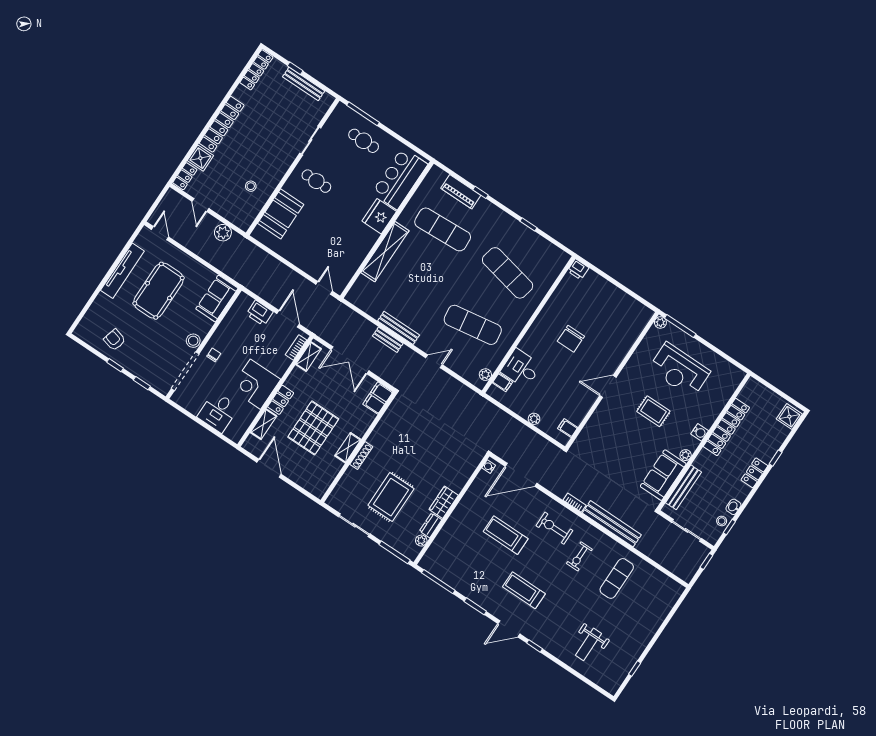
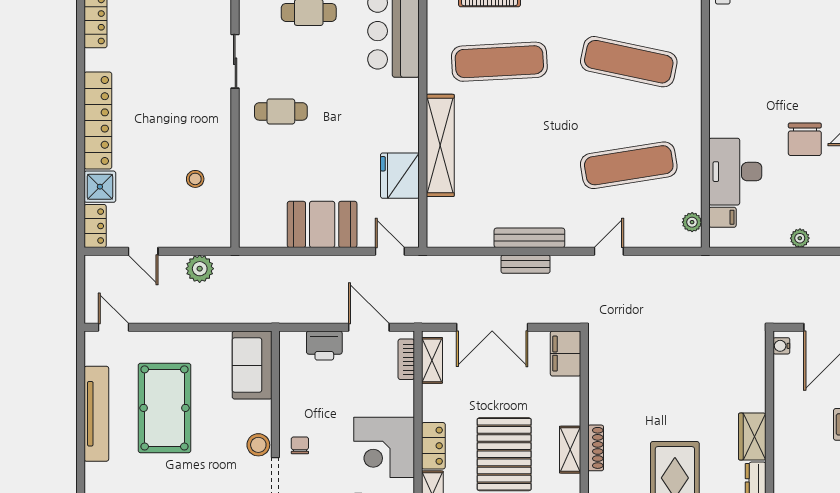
booth: (281, 214) -> (322, 224), moved, turned 90
fridge: (379, 216) -> (400, 176), moved
chair: (571, 339) -> (805, 139), moved
desk: (521, 368) -> (735, 172), width x1.37

